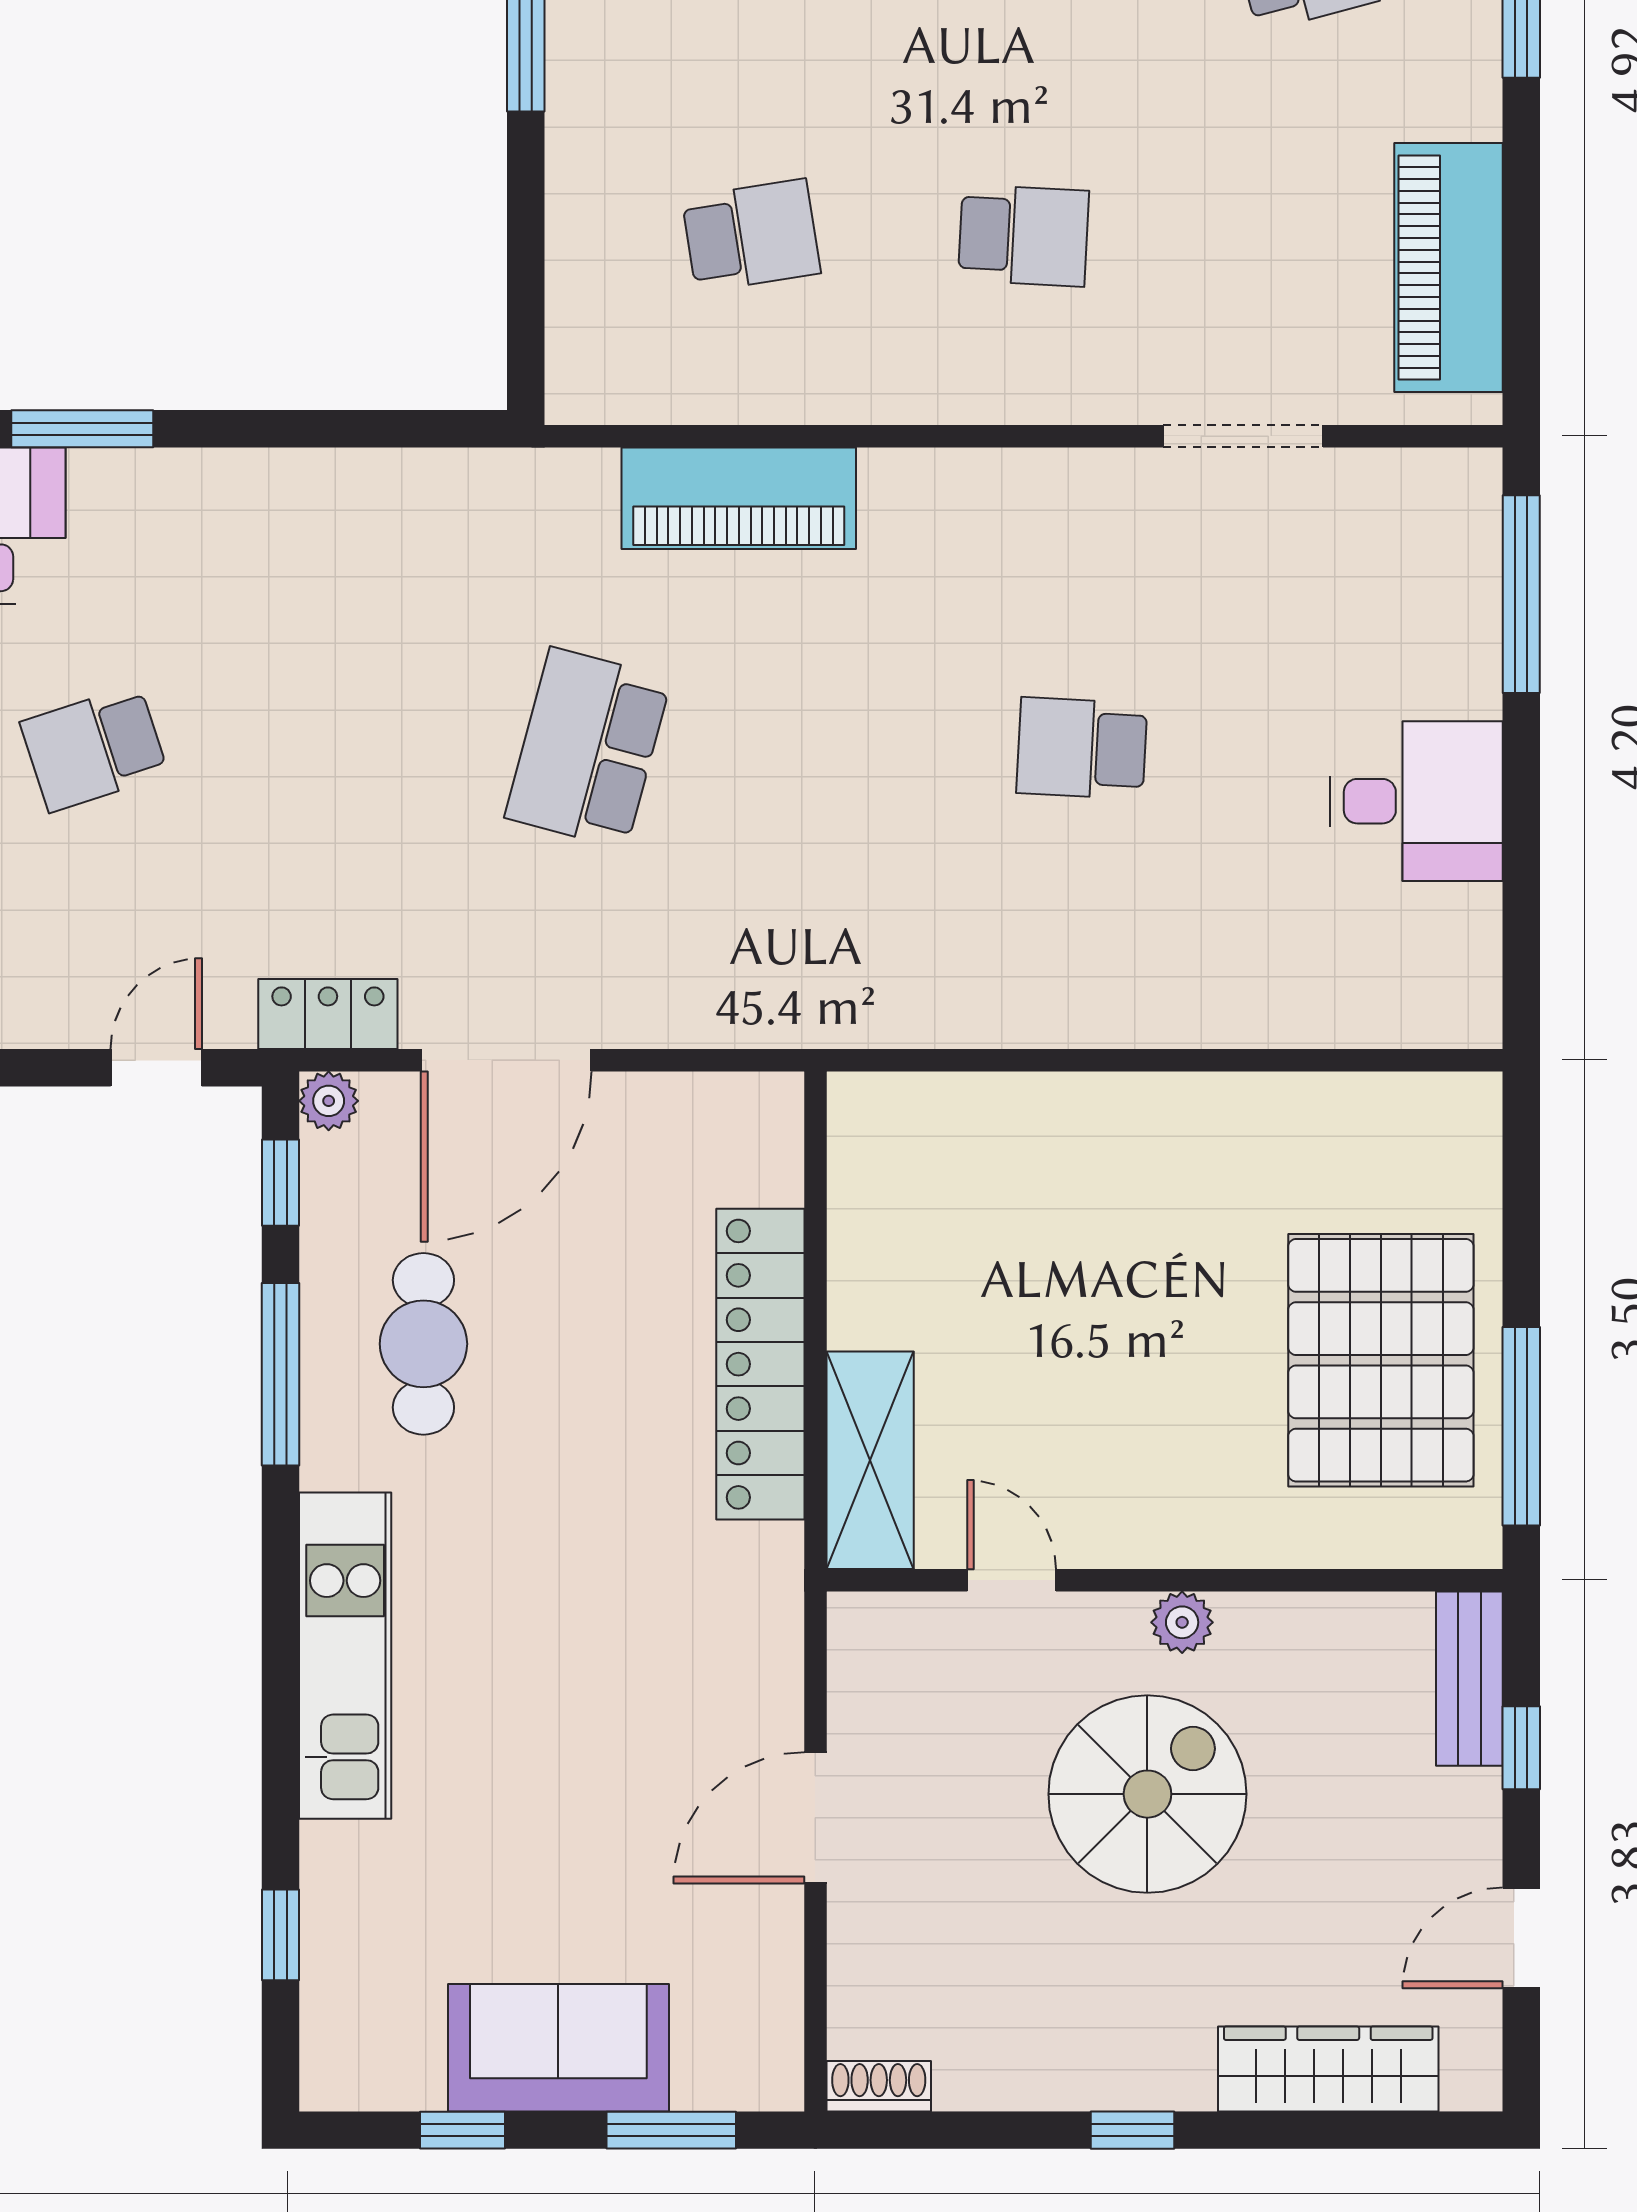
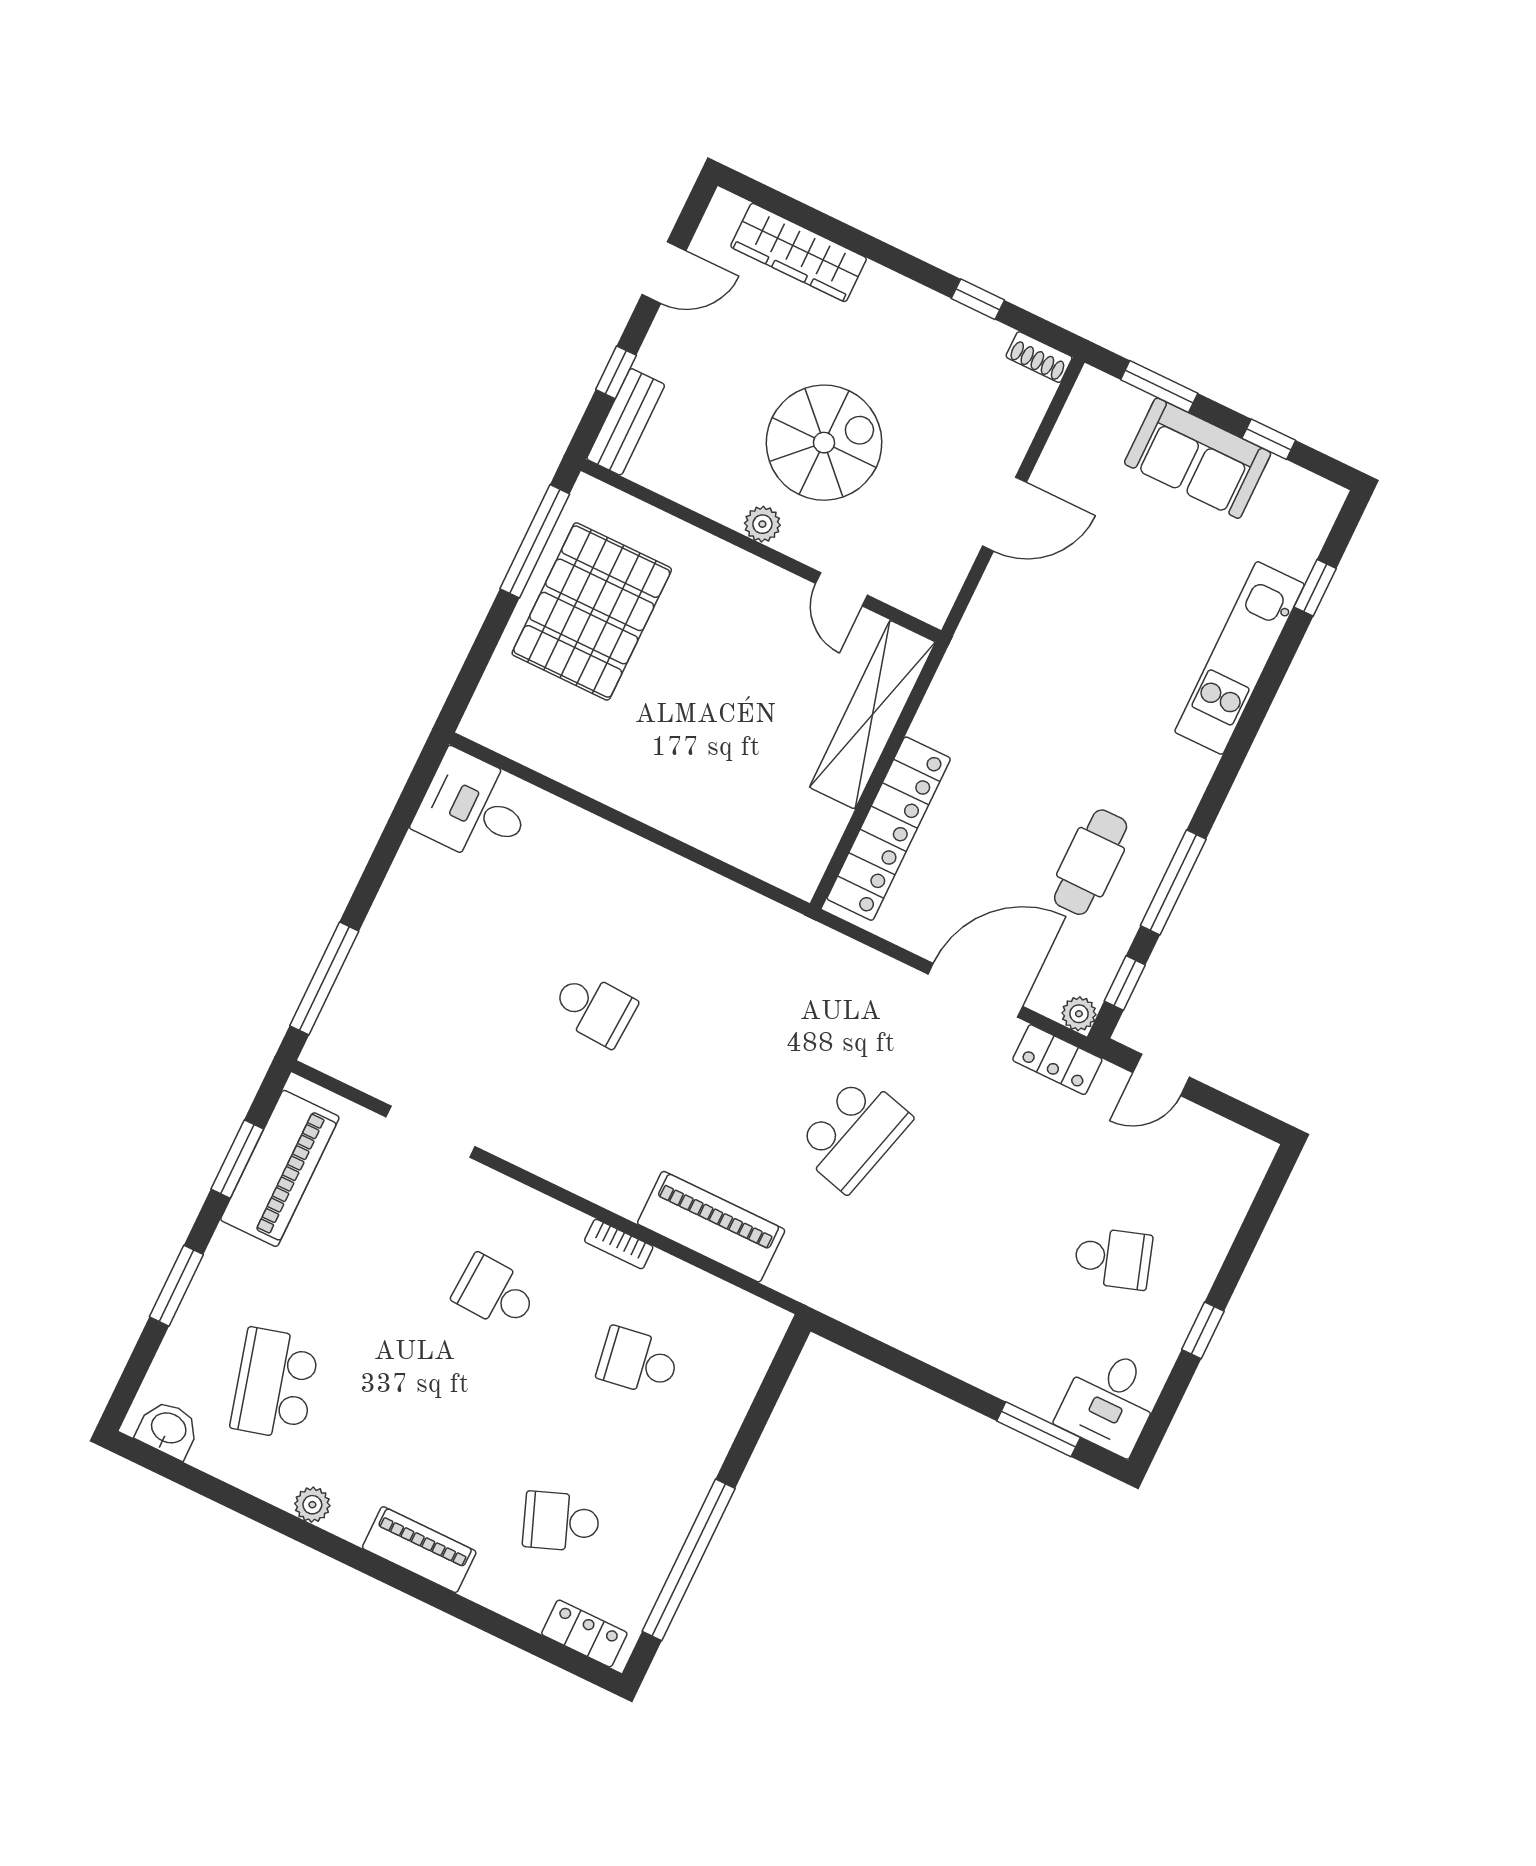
window: (1521, 250) -> (237, 1159), added
bookcase: (869, 403) -> (619, 1244), added
desk: (1416, 801) -> (474, 808), moved
locker: (760, 1364) -> (889, 829), moved
shelving: (870, 1460) -> (872, 715), width x1.47
kitchen unit: (345, 1656) -> (1240, 658), moved
spiral stairs: (1147, 1794) -> (824, 443), turned 180
window: (1133, 2130) -> (978, 299), moved

